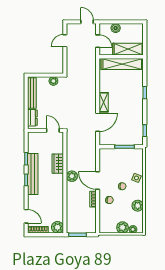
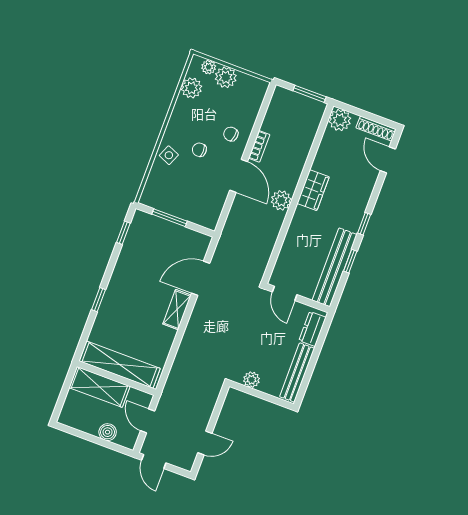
wardrobe: (58, 164) -> (313, 190), moved
bench: (33, 174) -> (335, 267), moved
plant: (138, 206) -> (191, 88), moved

